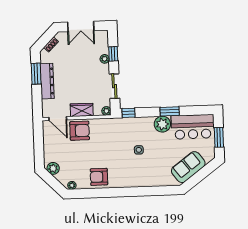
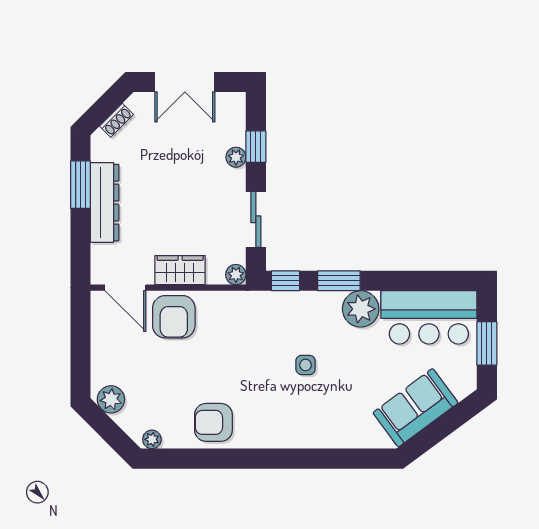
window: (170, 111) -> (339, 281), moved
armchair: (80, 131) -> (174, 317), turned 90

